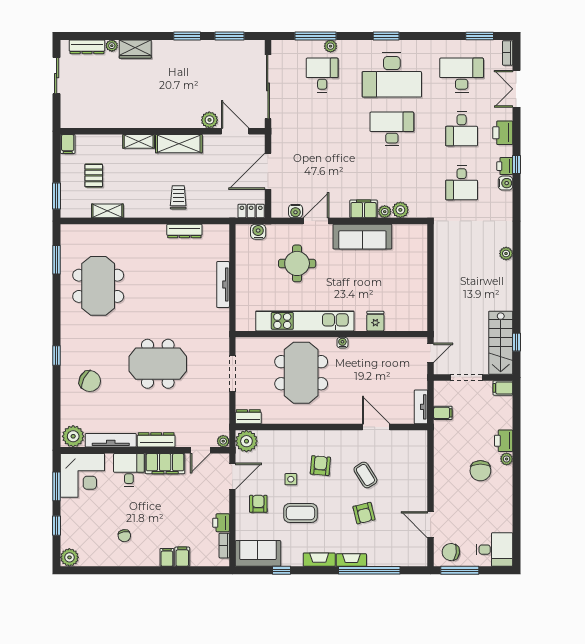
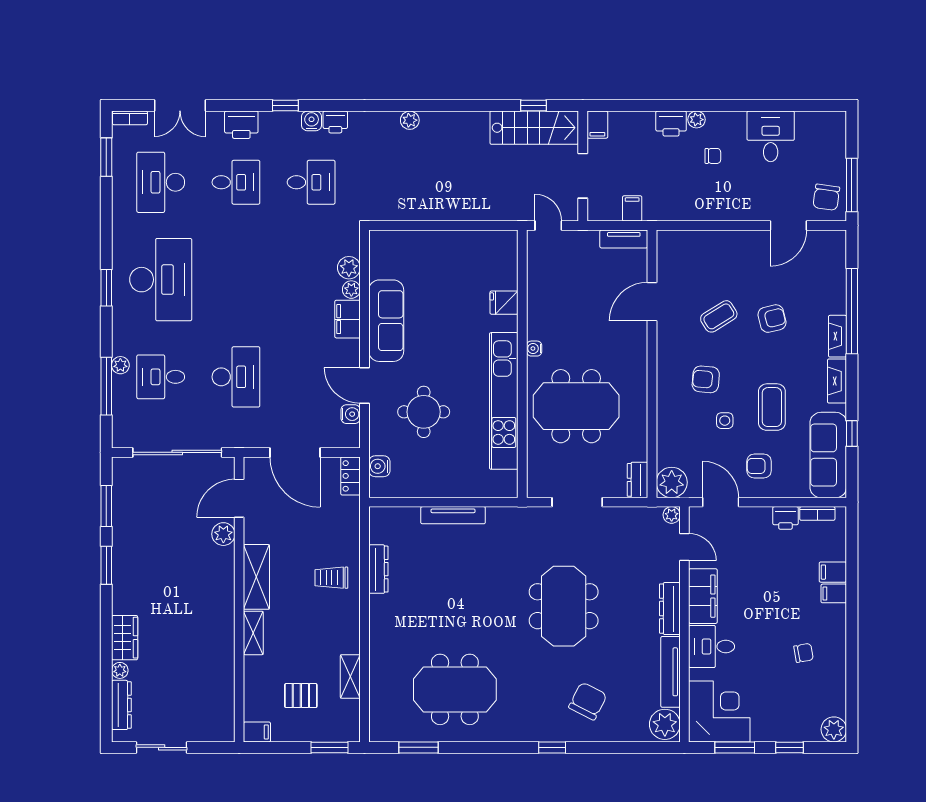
desk: (392, 129) -> (236, 377), moved, turned 180
printer: (505, 166) -> (335, 122), moved
chair: (480, 471) -> (713, 156), width x0.54, depth x0.54
desk: (494, 550) -> (771, 136), moved
sofa: (258, 553) -> (828, 455), width x1.36

